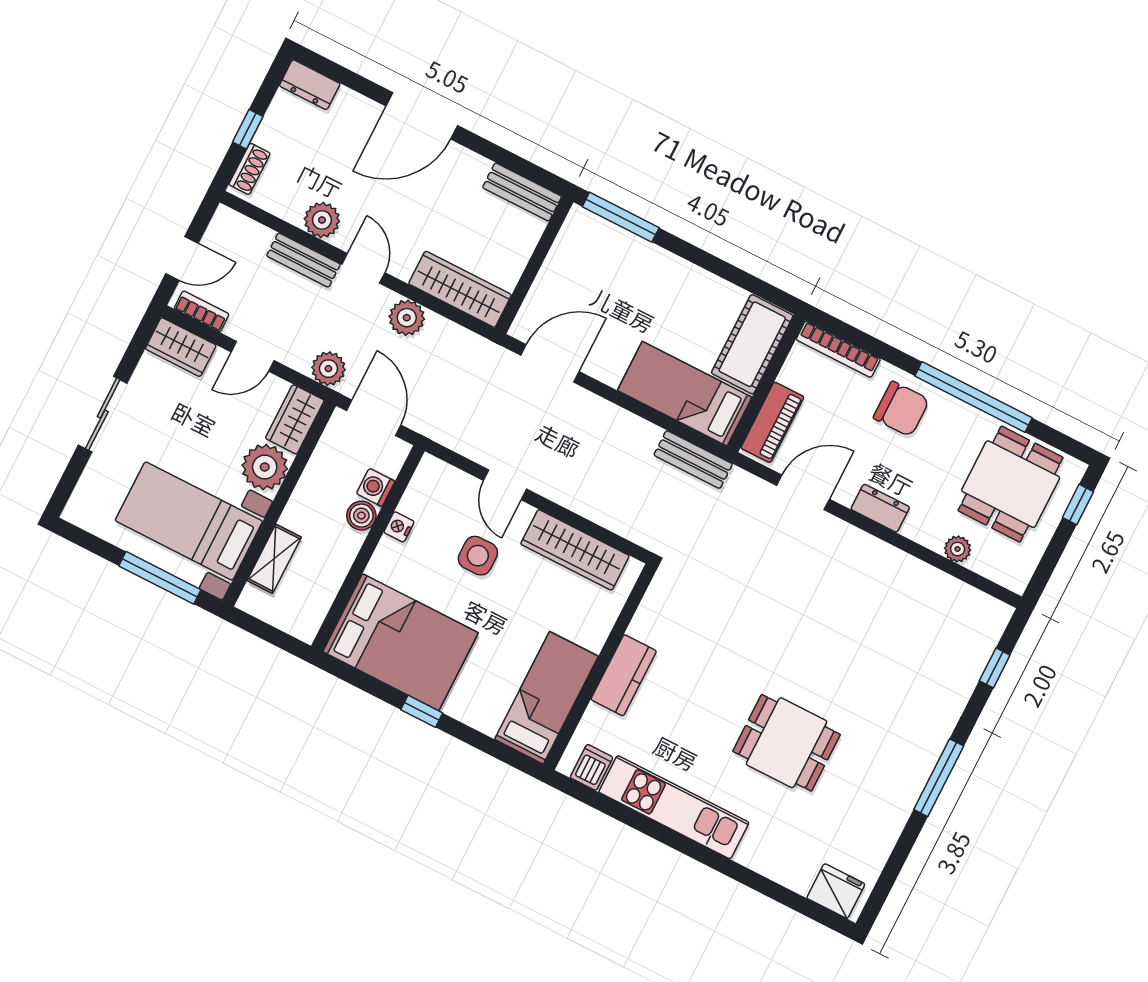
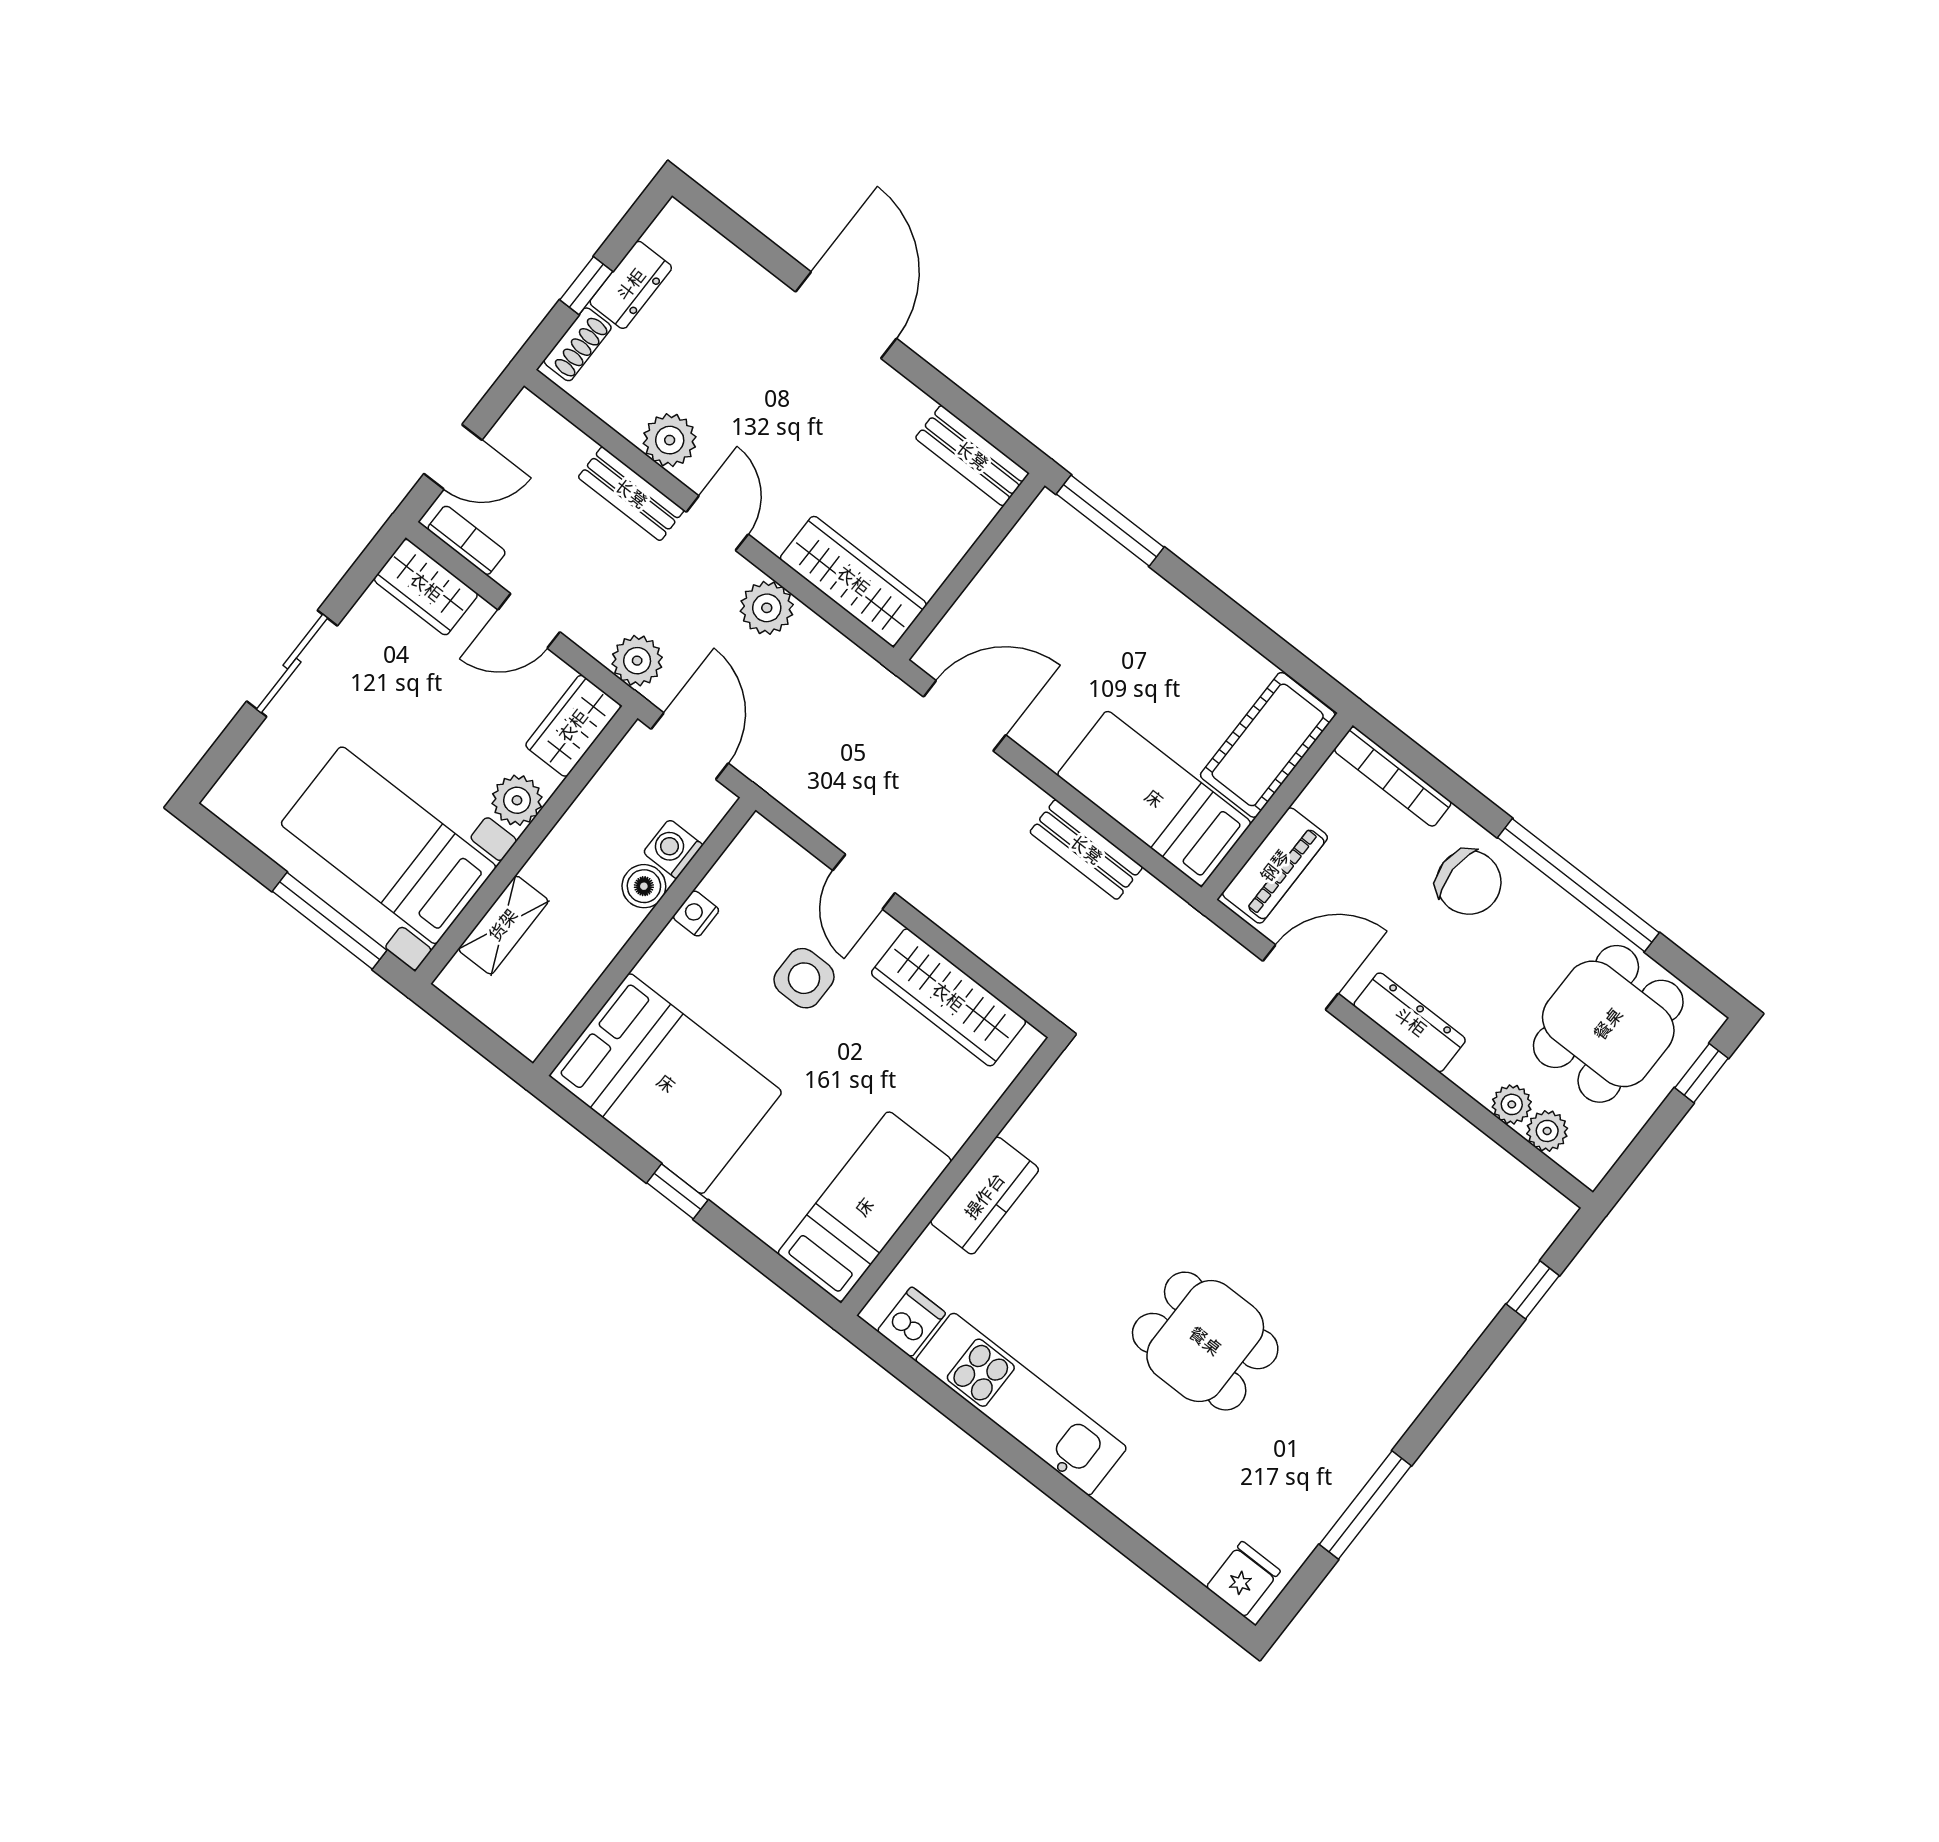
dresser: (310, 85) -> (631, 285), moved, turned -90
door: (422, 116) -> (846, 315), swing flipped
bench: (693, 460) -> (1086, 850), moved
plant: (265, 467) -> (517, 800), width x0.73, depth x0.73
dresser: (880, 508) -> (1410, 1022), width x1.44
plant: (984, 562) -> (1547, 1131), added
window: (939, 778) -> (1365, 1505), moved
fridge: (836, 891) -> (1243, 1579), width x0.72

